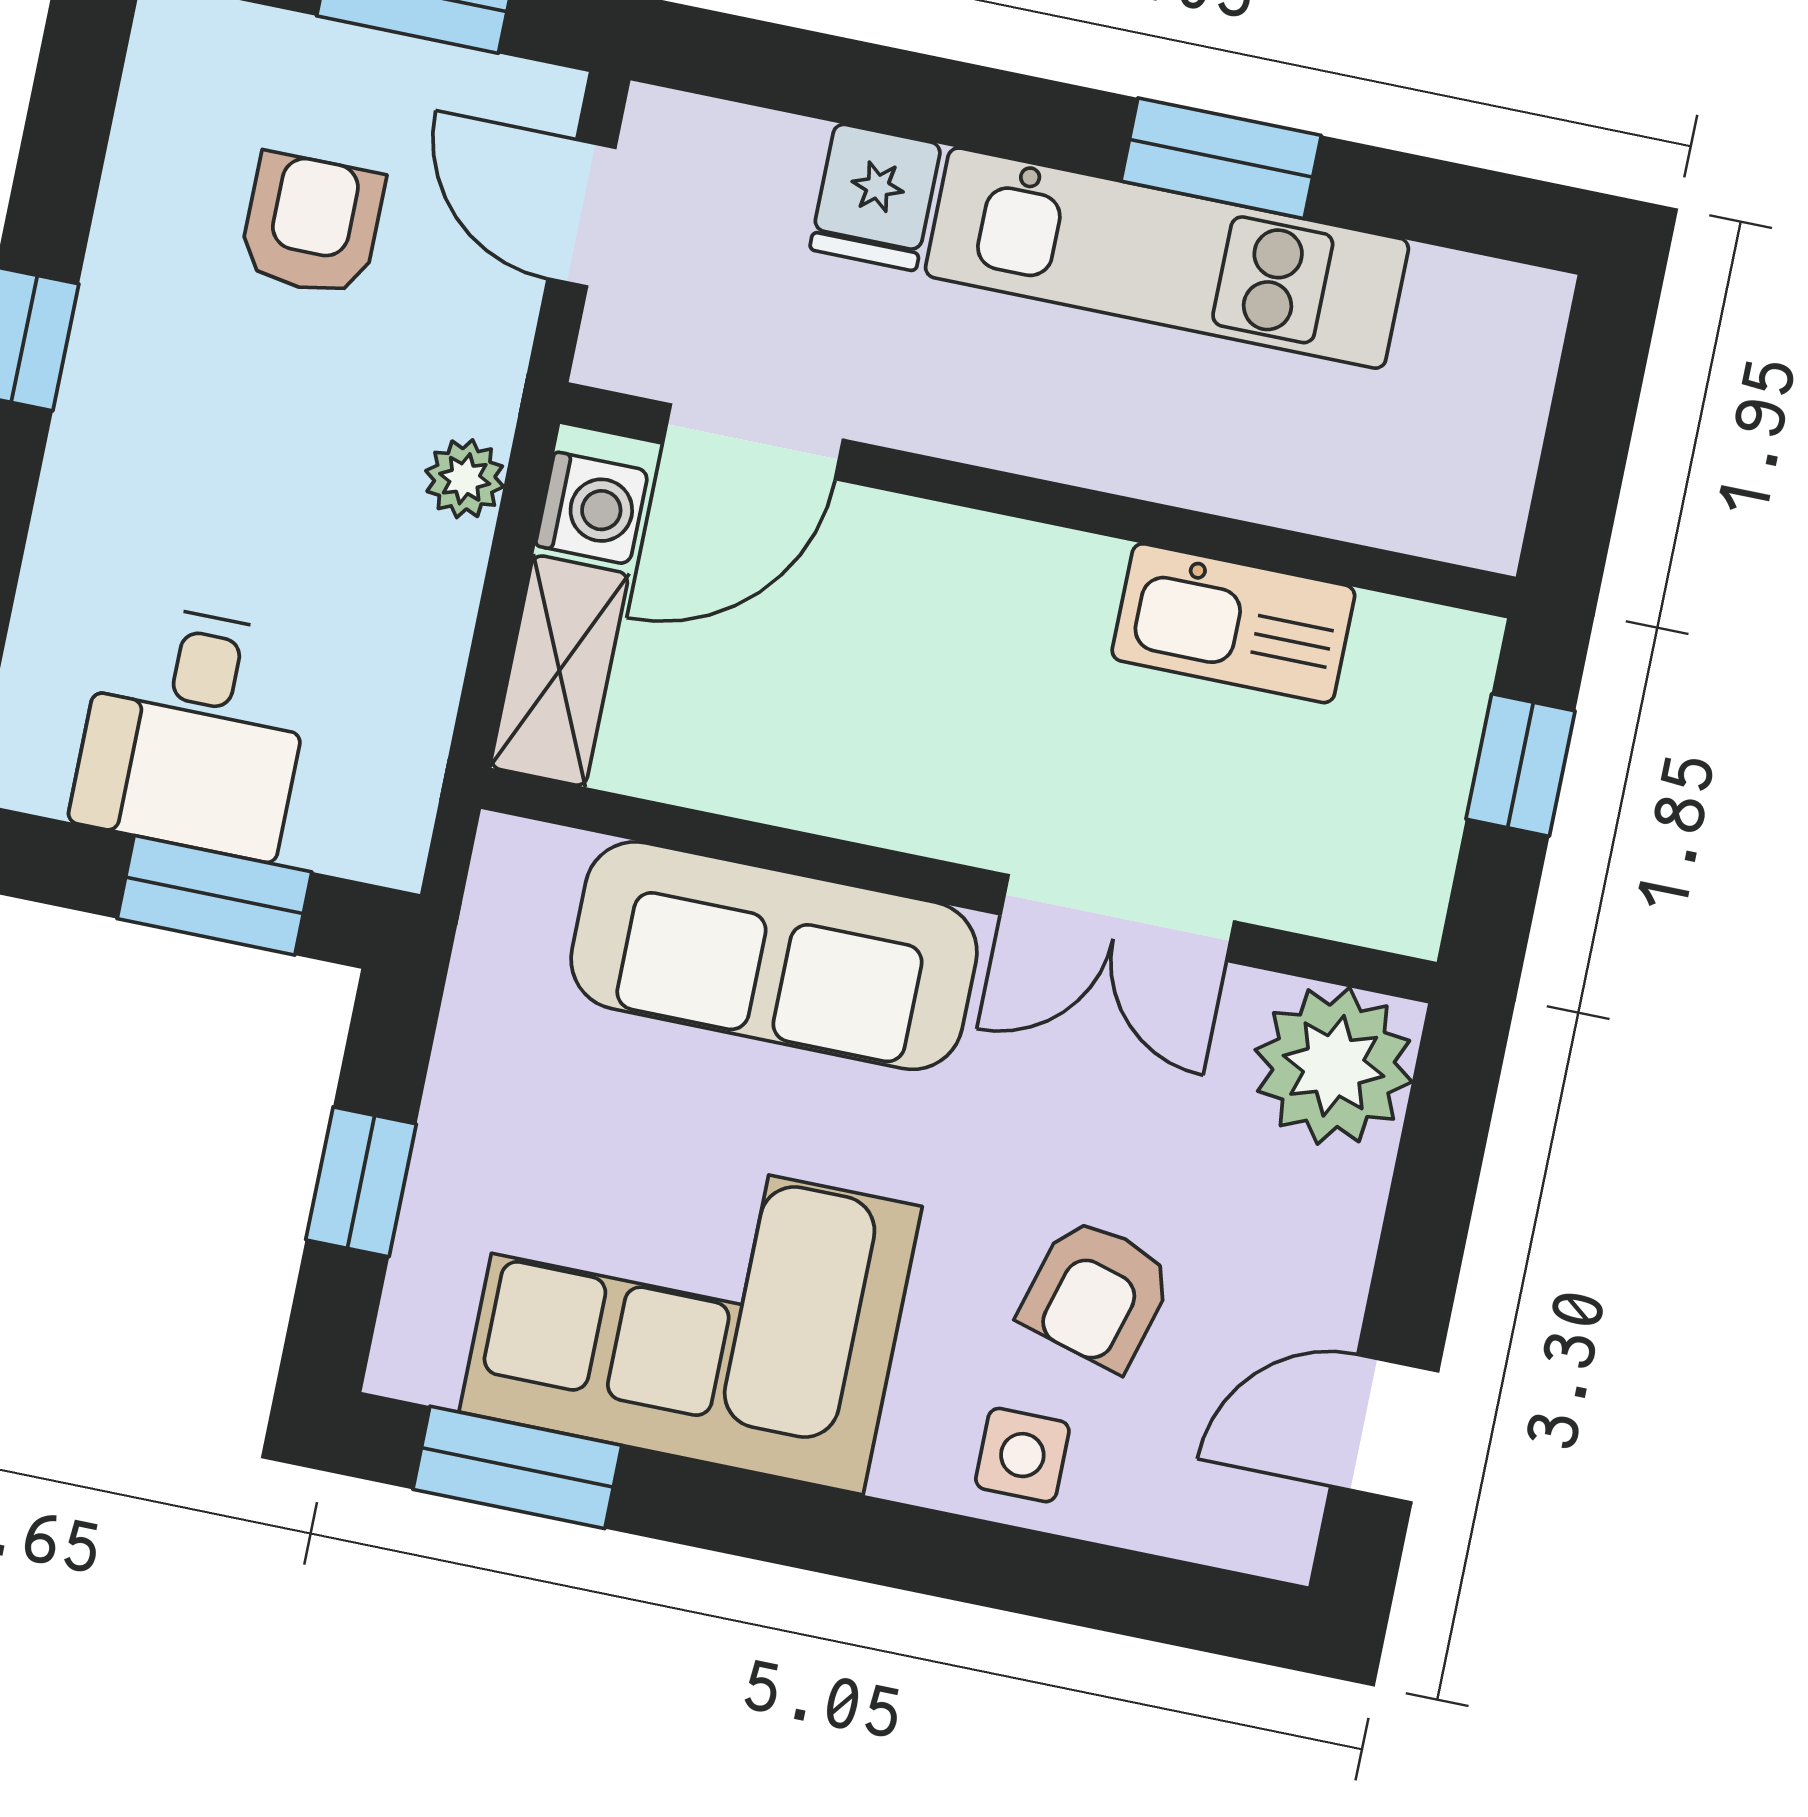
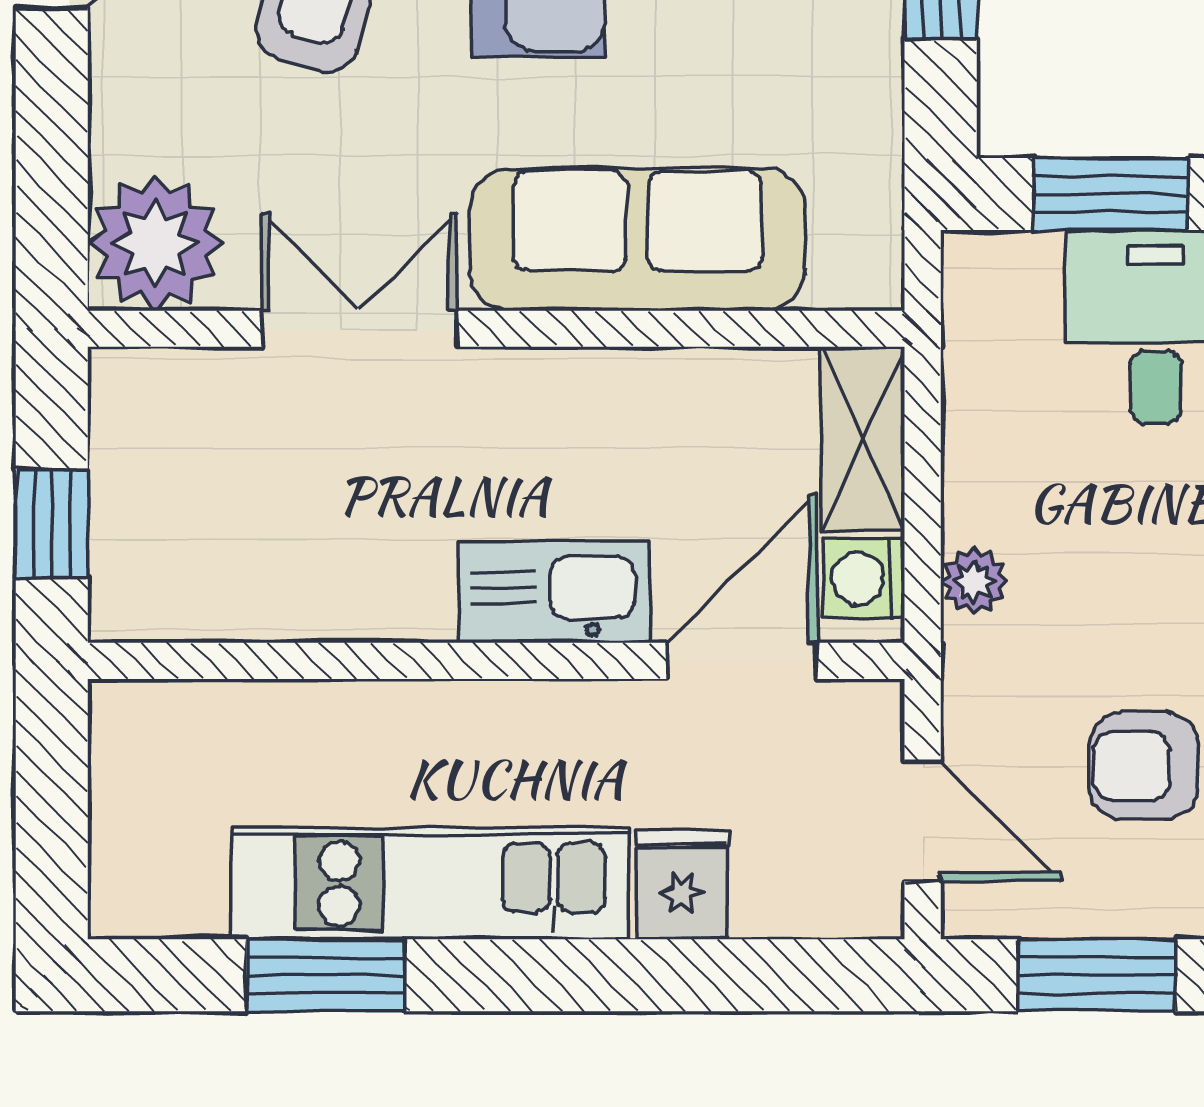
window: (1221, 158) -> (325, 975), moved
armchair: (312, 225) -> (1144, 766), turned 90
kitchen sink: (1233, 623) -> (554, 592), moved

